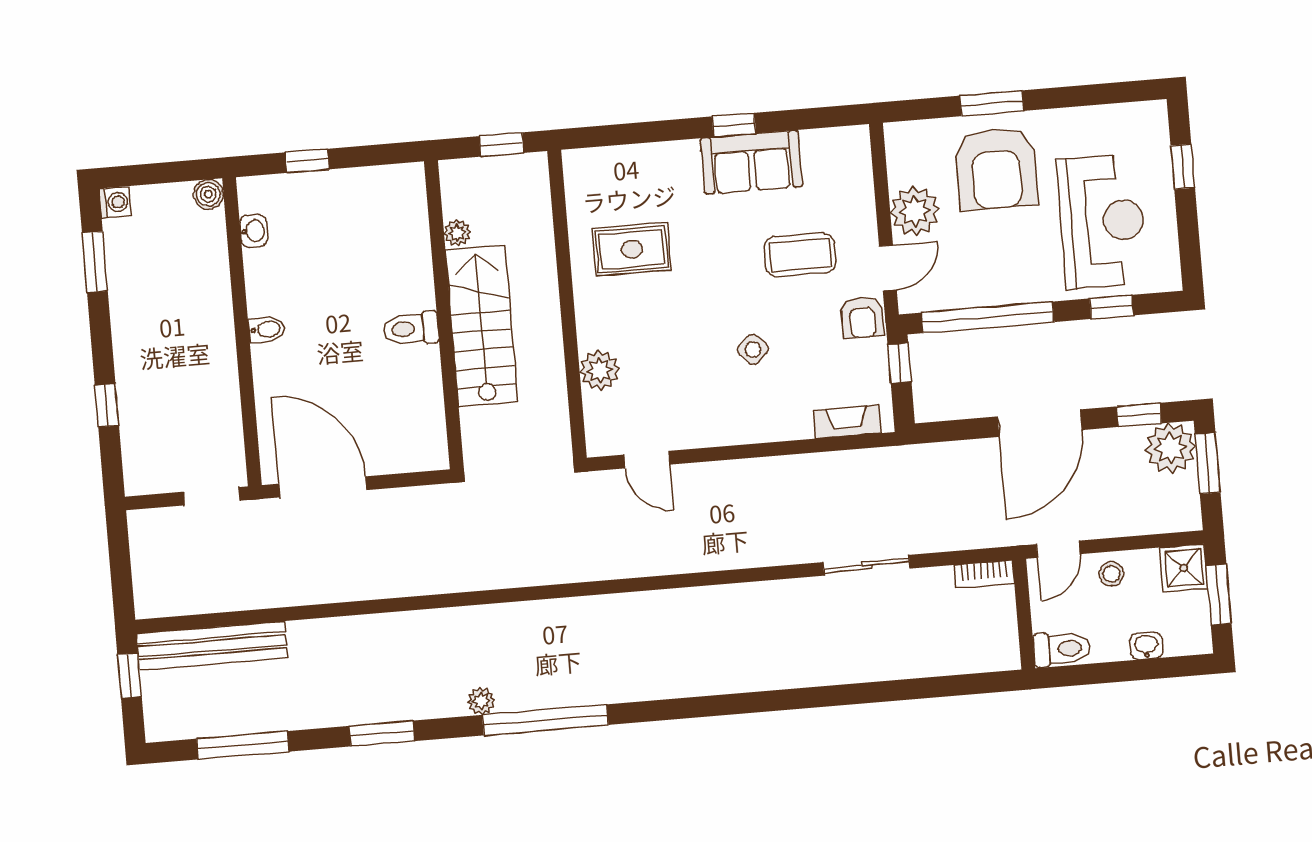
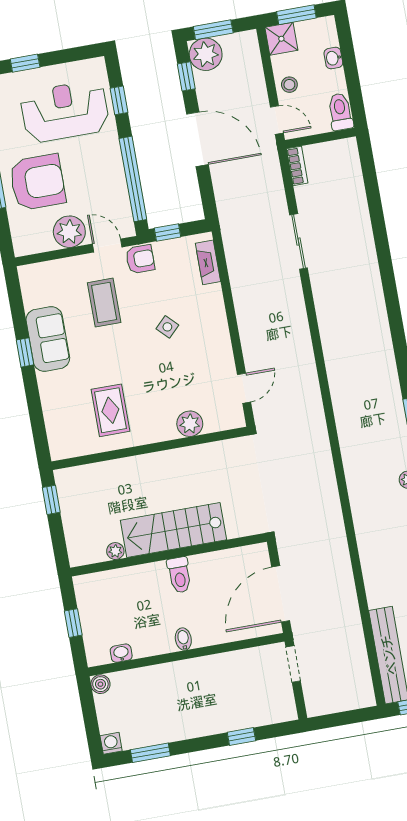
plant: (457, 233) -> (115, 551), moved
wall: (444, 315) -> (169, 555), moved
stairs: (482, 326) -> (173, 530), moved
toilet: (411, 329) -> (179, 575), moved

